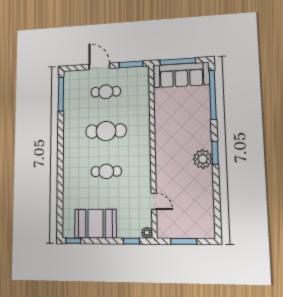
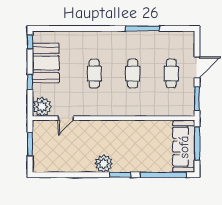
window: (61, 94) -> (143, 28), moved
cafe table: (106, 131) -> (133, 74), width x0.73, depth x0.74
window: (215, 153) -> (120, 175), moved
plant: (147, 233) -> (42, 107), width x1.87, depth x1.87
window: (131, 241) -> (30, 82), moved

